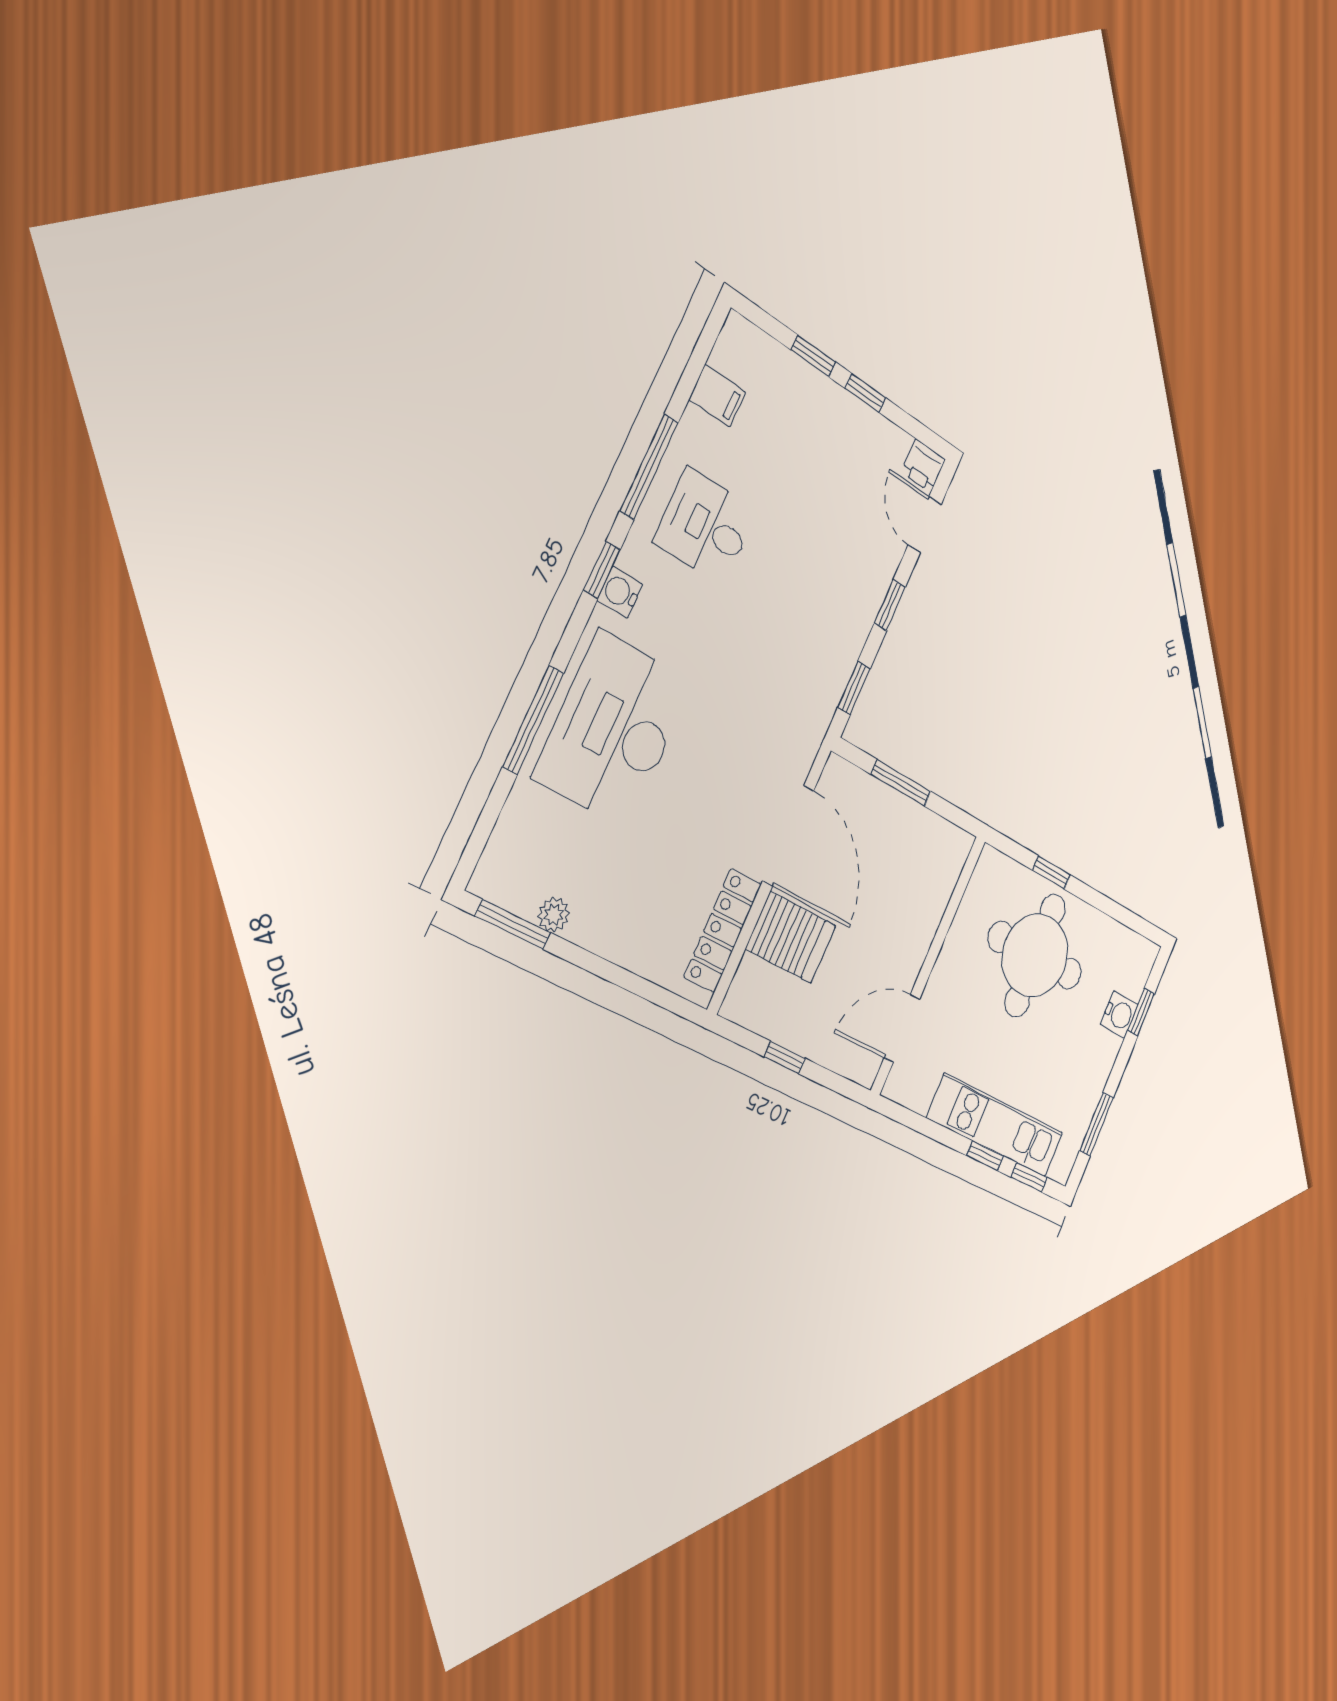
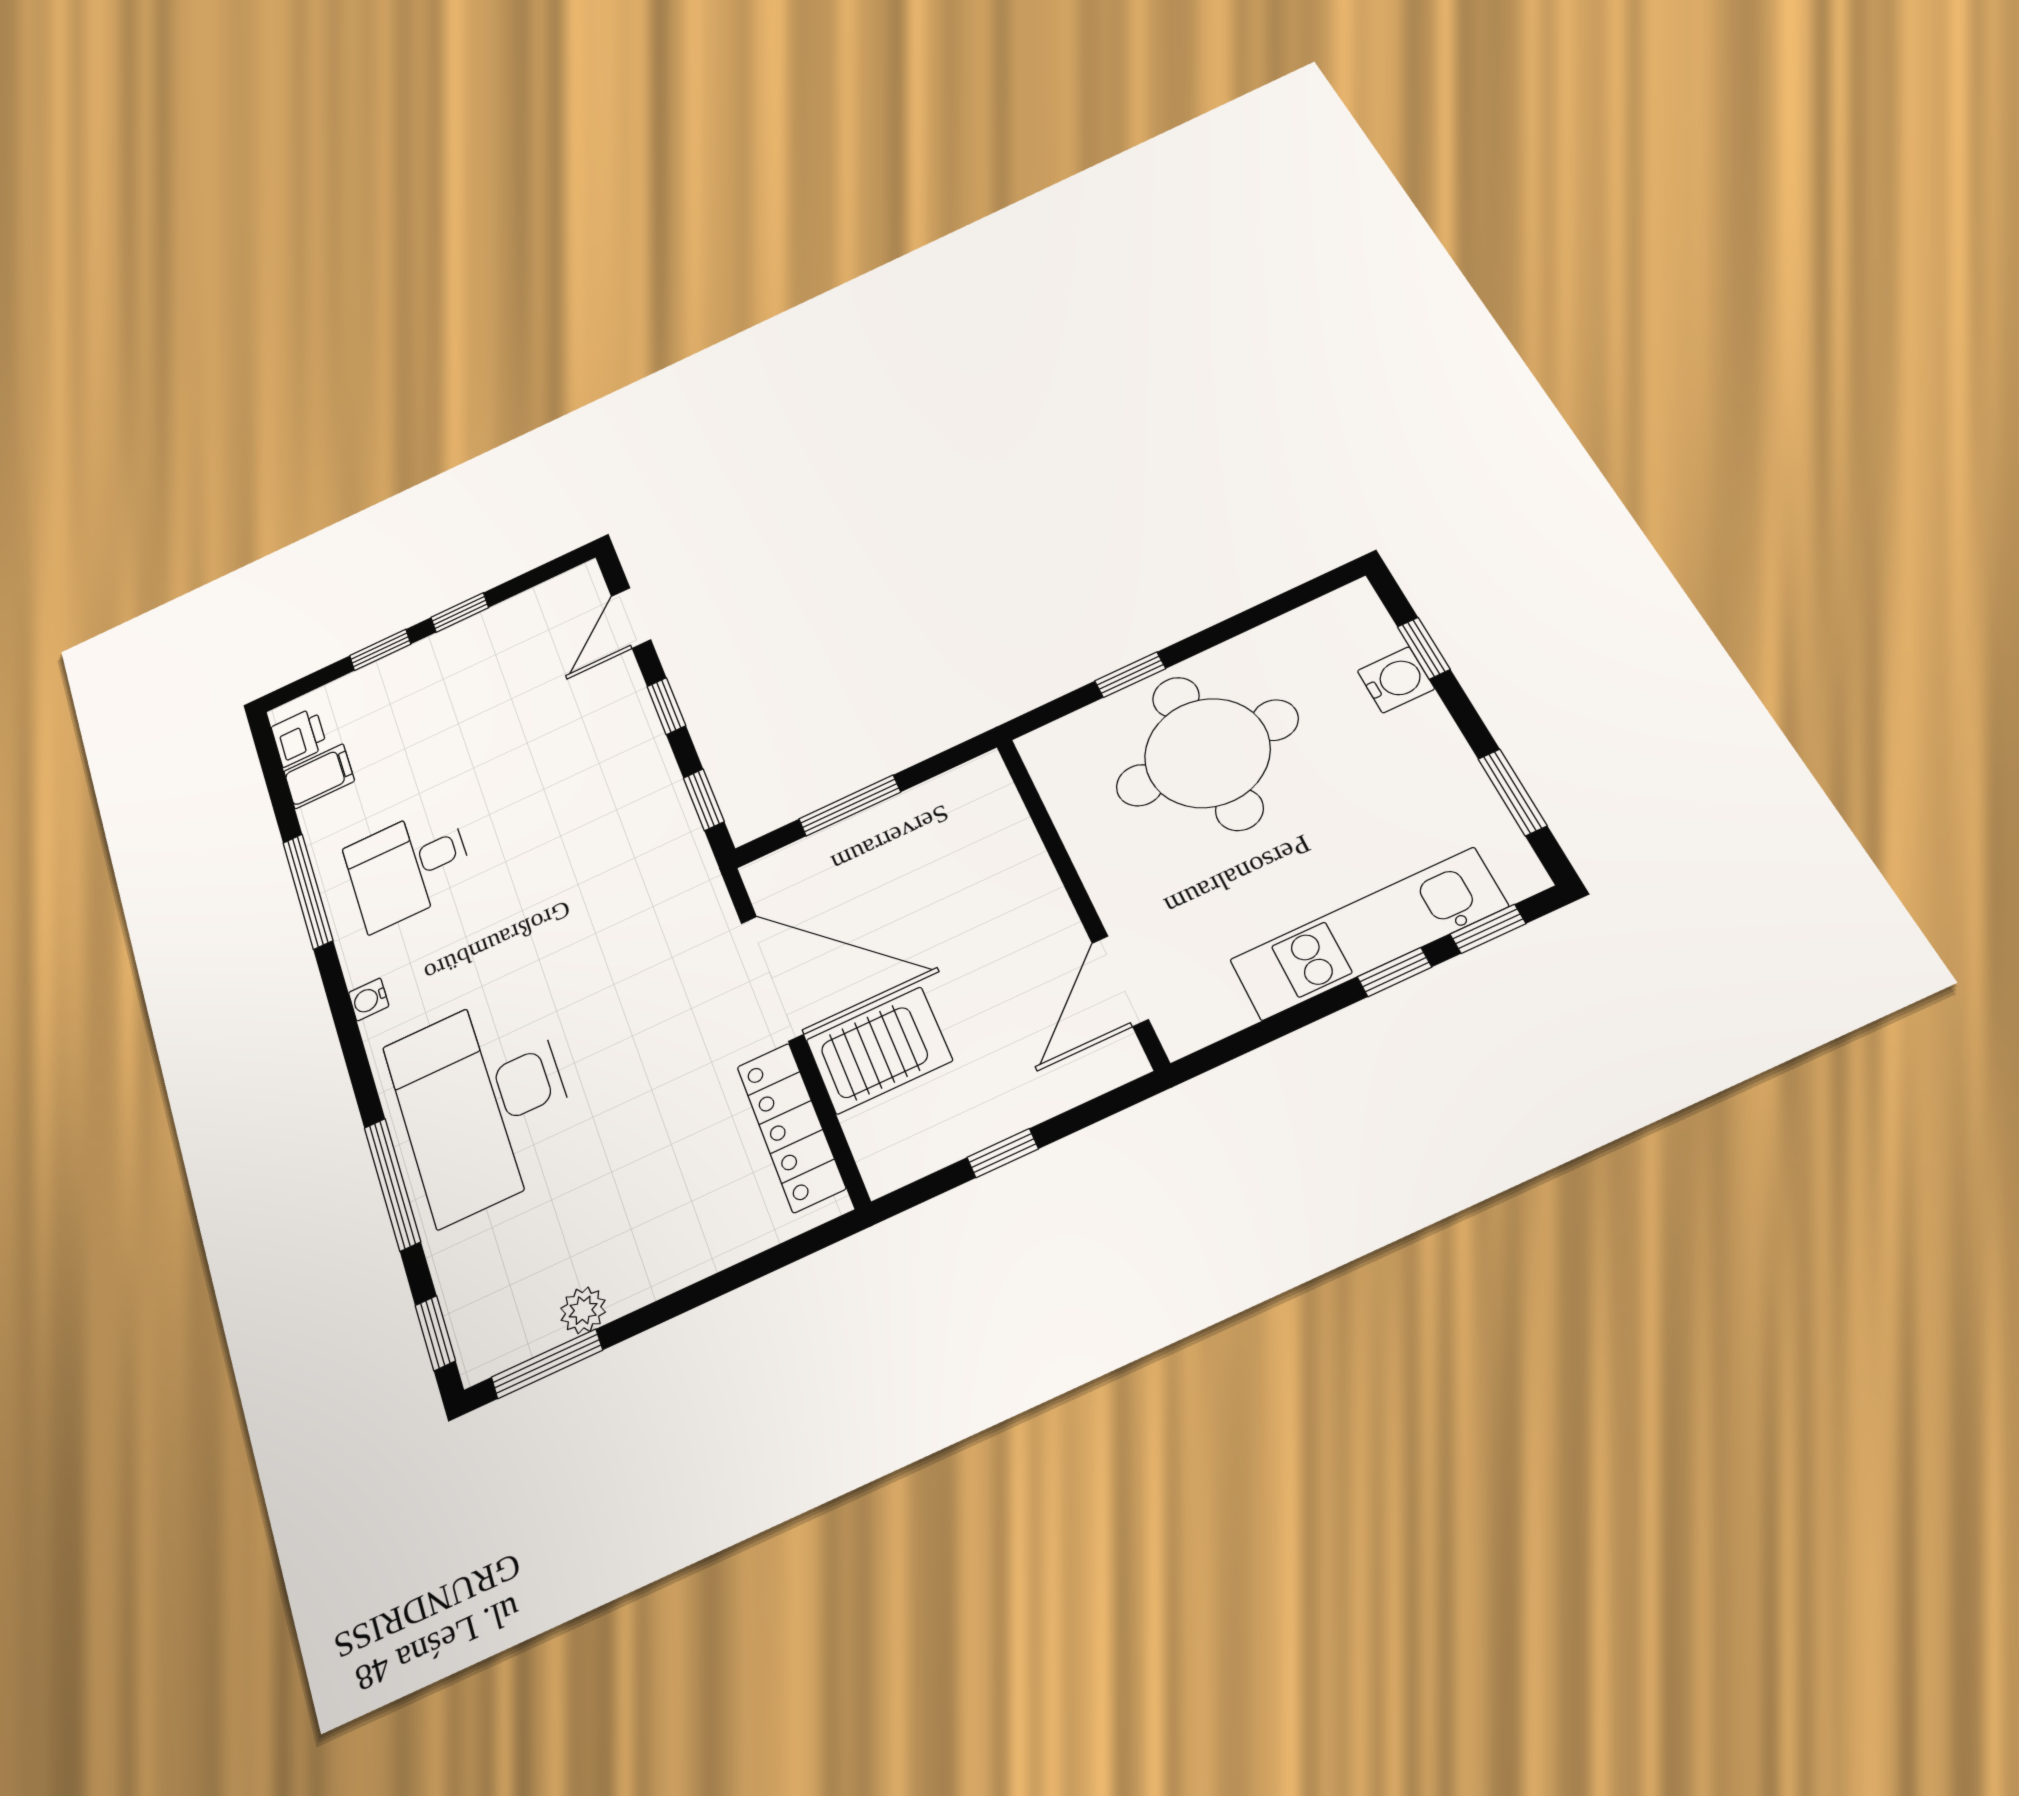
printer: (923, 466) -> (299, 737), moved, turned -90
door: (925, 525) -> (631, 618), hinge flipped
window: (602, 570) -> (435, 1333), moved
water cooler: (620, 592) -> (369, 999), width x0.72, depth x0.72

